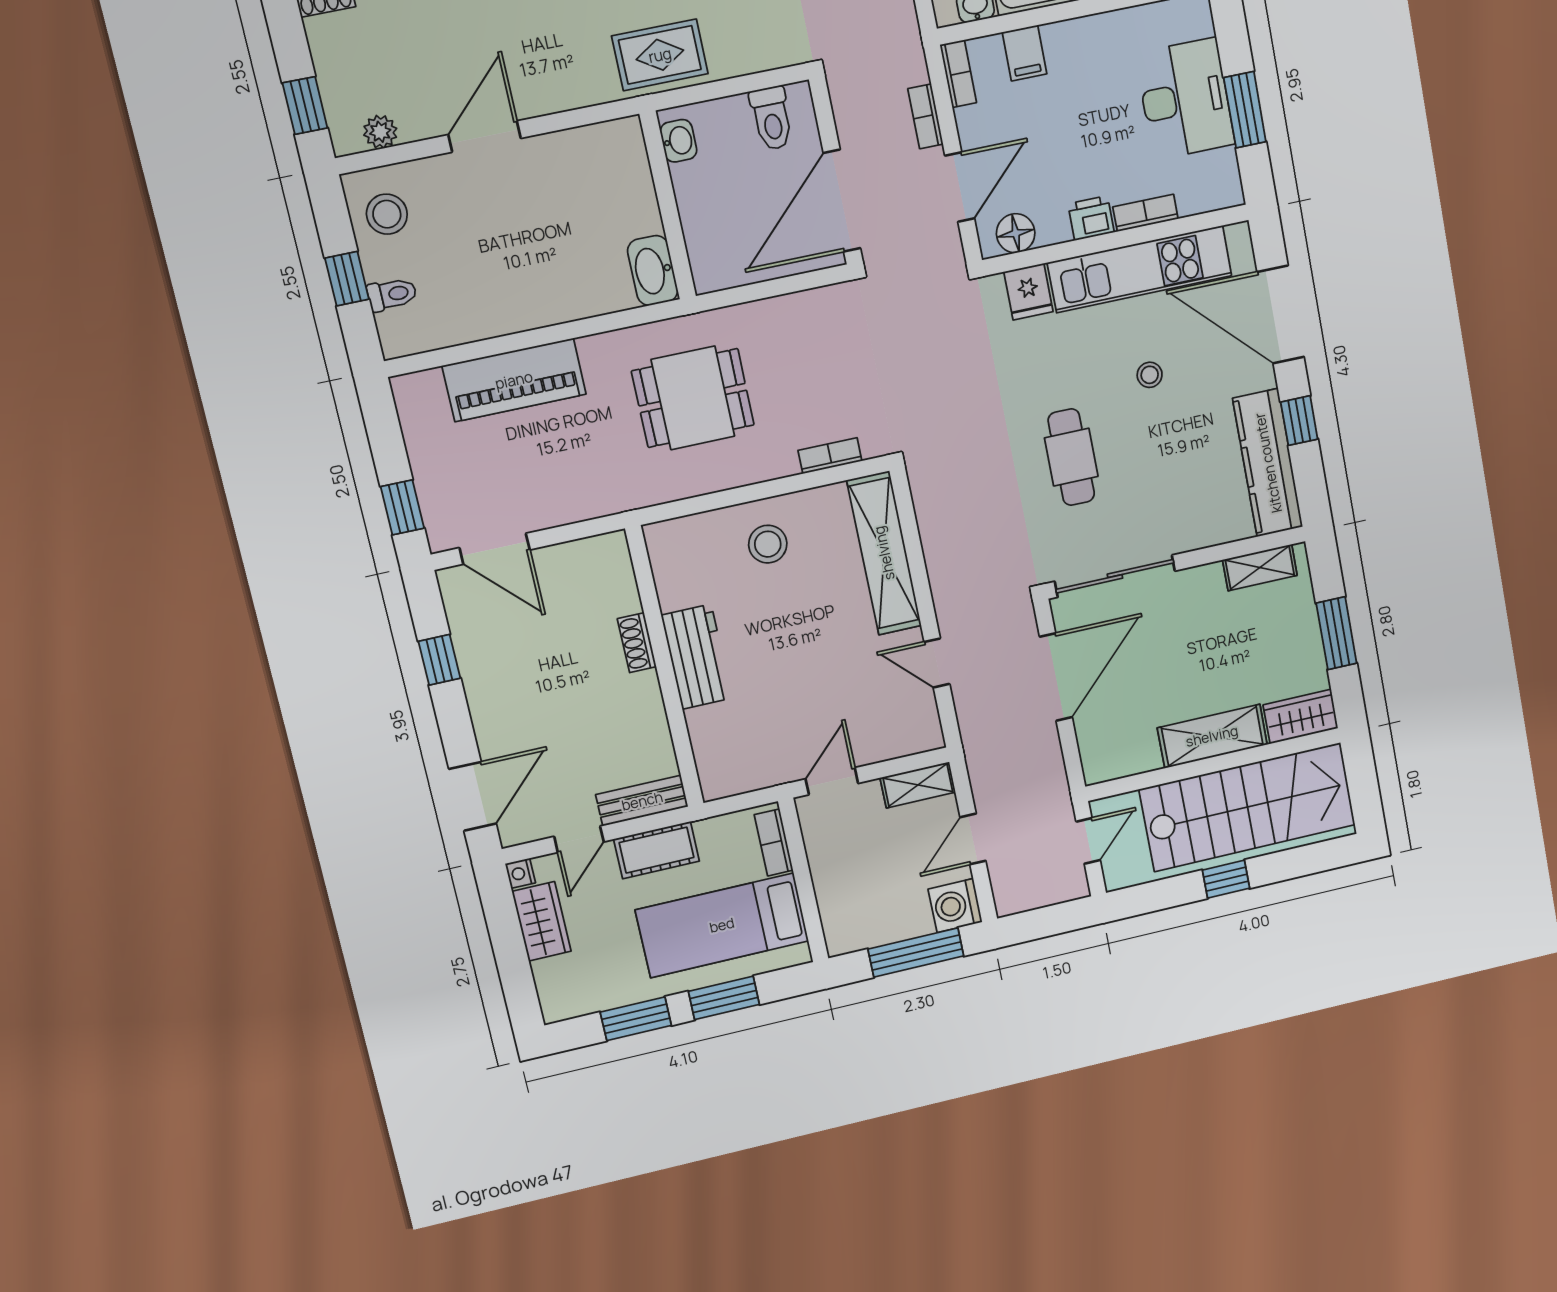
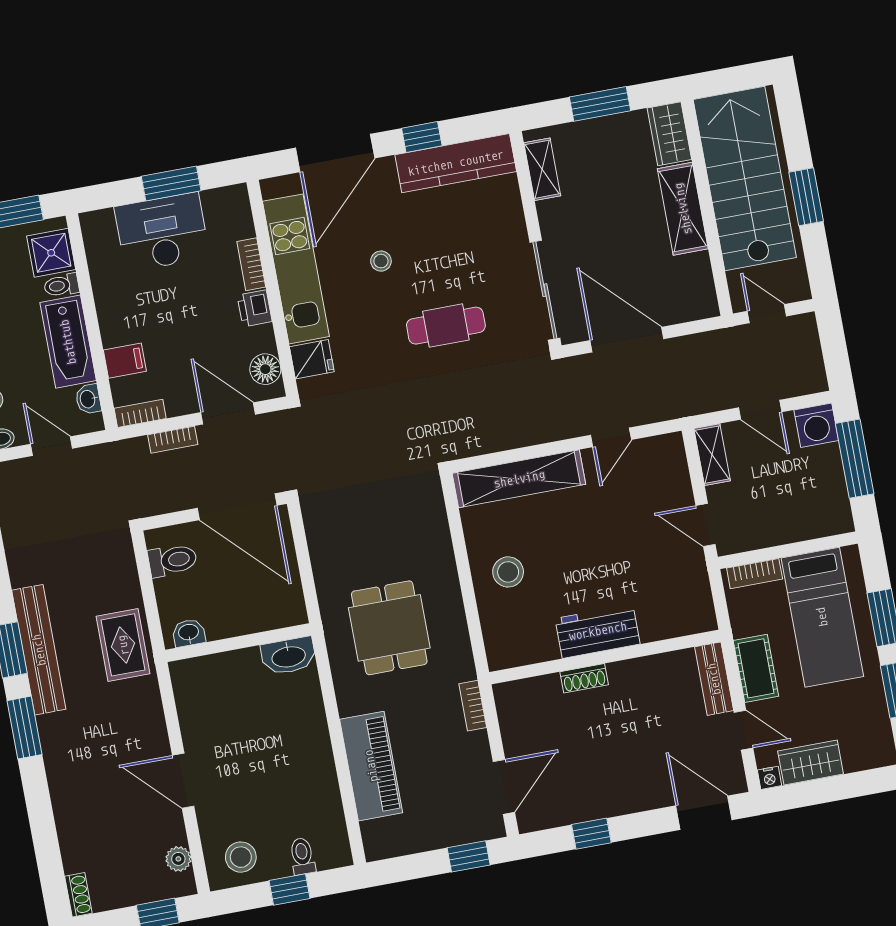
bookcase: (830, 456) -> (473, 706), moved
window: (1226, 879) -> (806, 197), width x1.50

